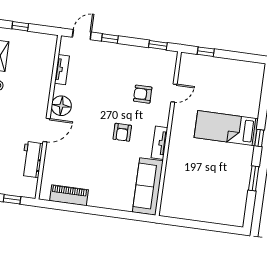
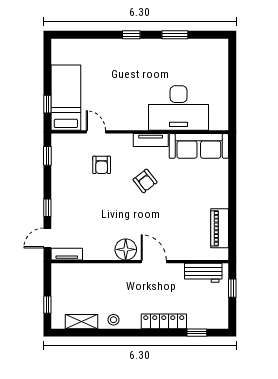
door: (82, 35) -> (47, 238), hinge flipped
tv unit: (62, 70) -> (67, 254), moved
bed: (226, 128) -> (66, 98), moved, turned 180
armchair: (122, 132) -> (145, 181), turned 52
workbench: (32, 159) -> (203, 273), moved
desk: (186, 173) -> (179, 108), added

